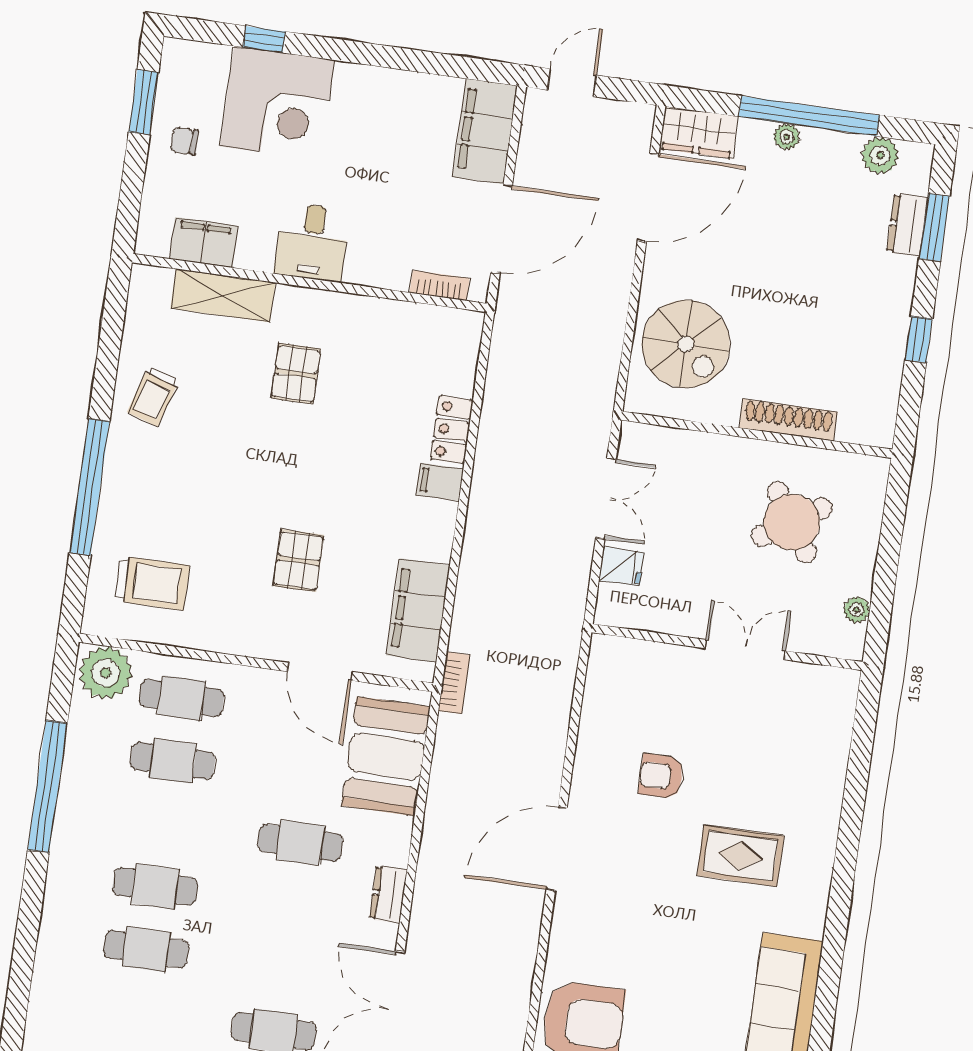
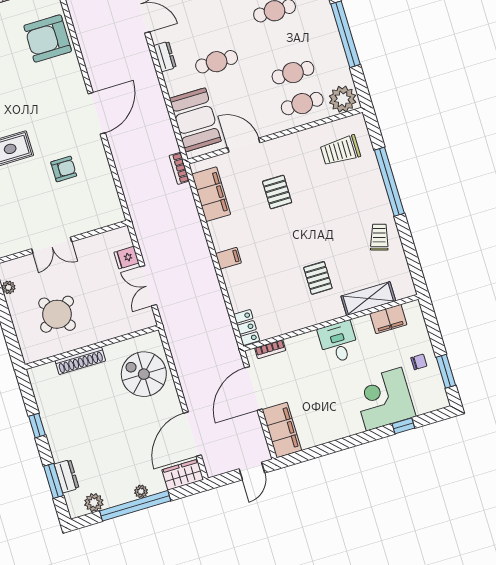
locker: (452, 430) -> (247, 327), moved

